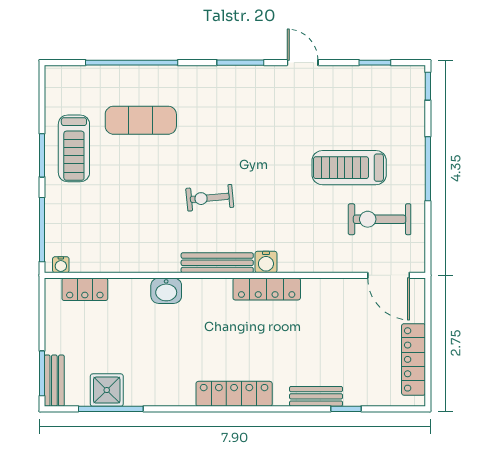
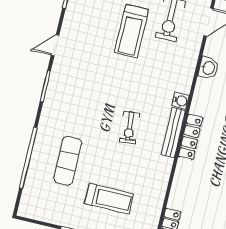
treadmill: (74, 148) -> (109, 199), moved
locker: (267, 289) -> (191, 137), moved
washbasin: (166, 291) -> (208, 68), moved

